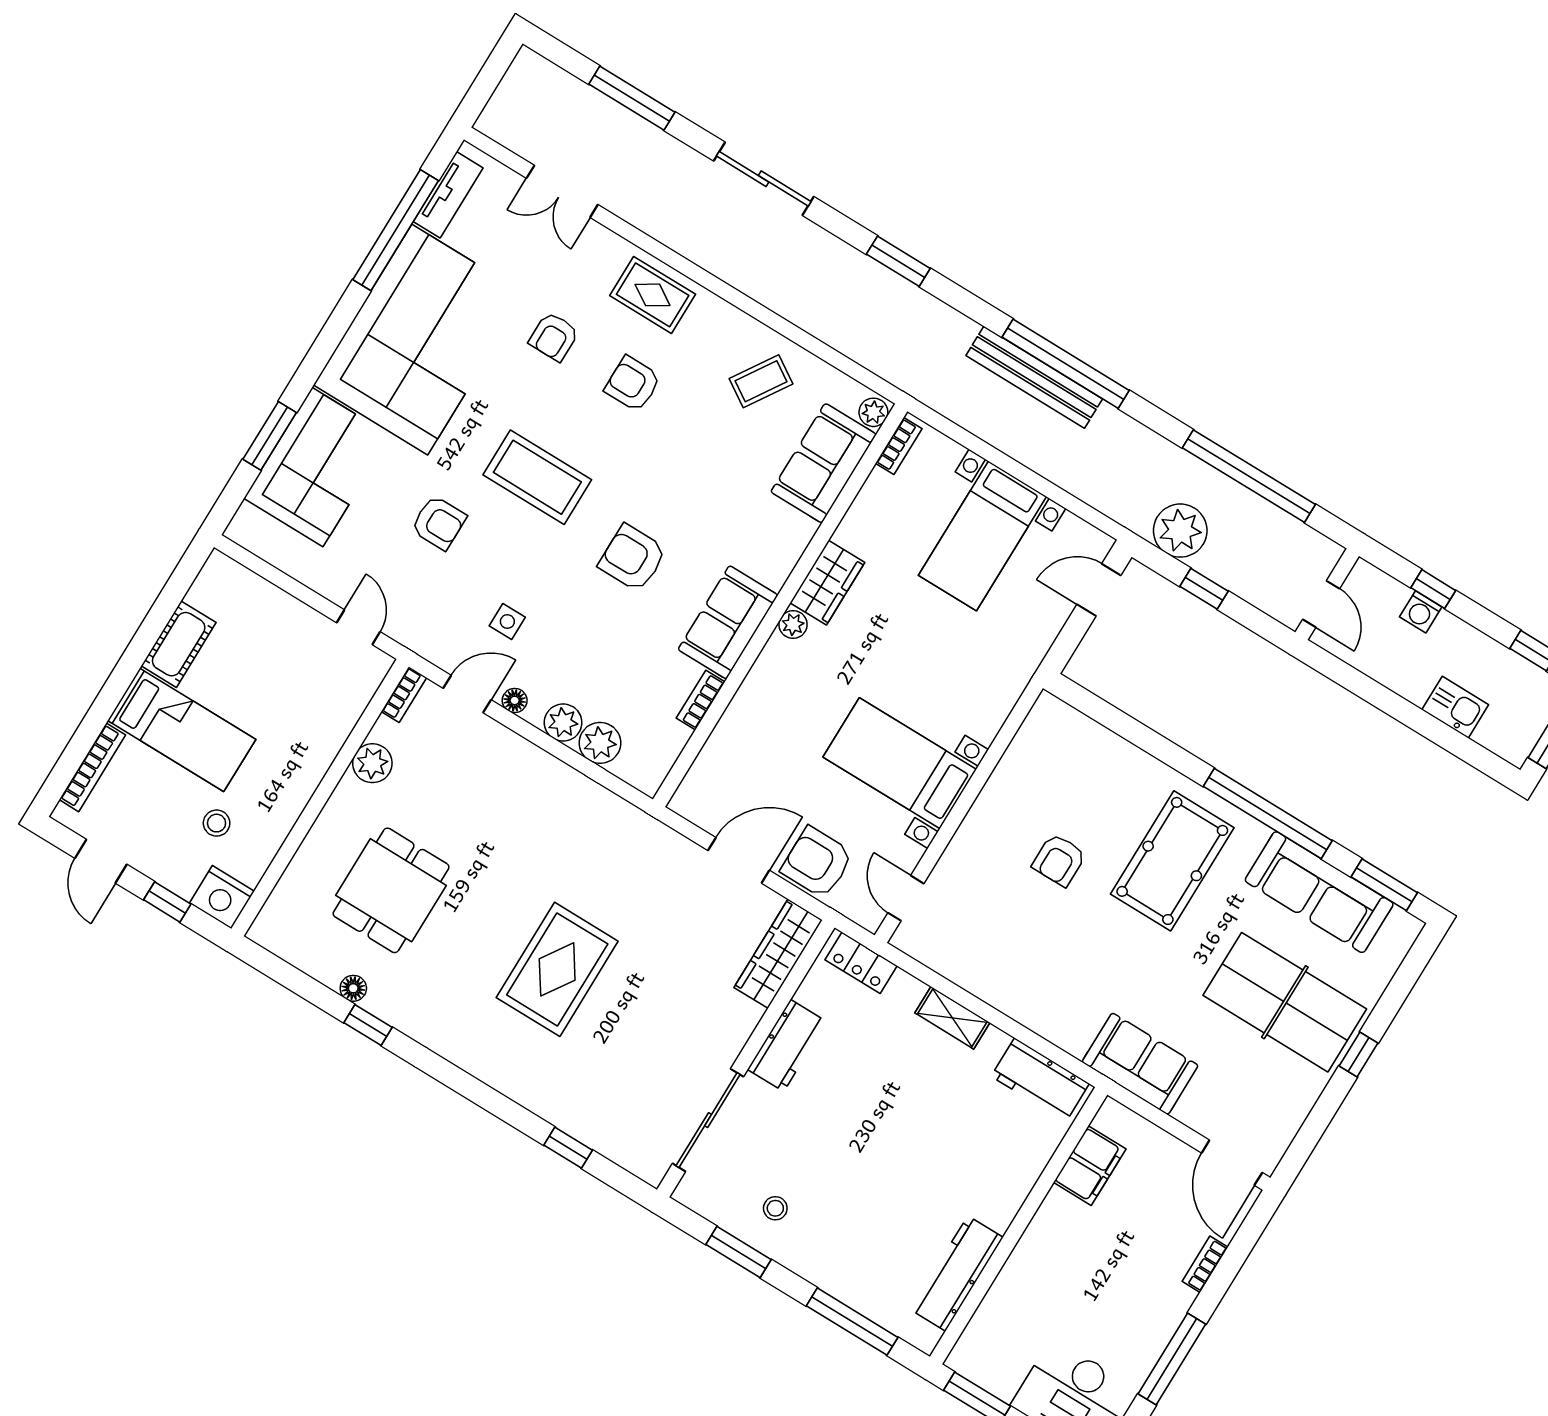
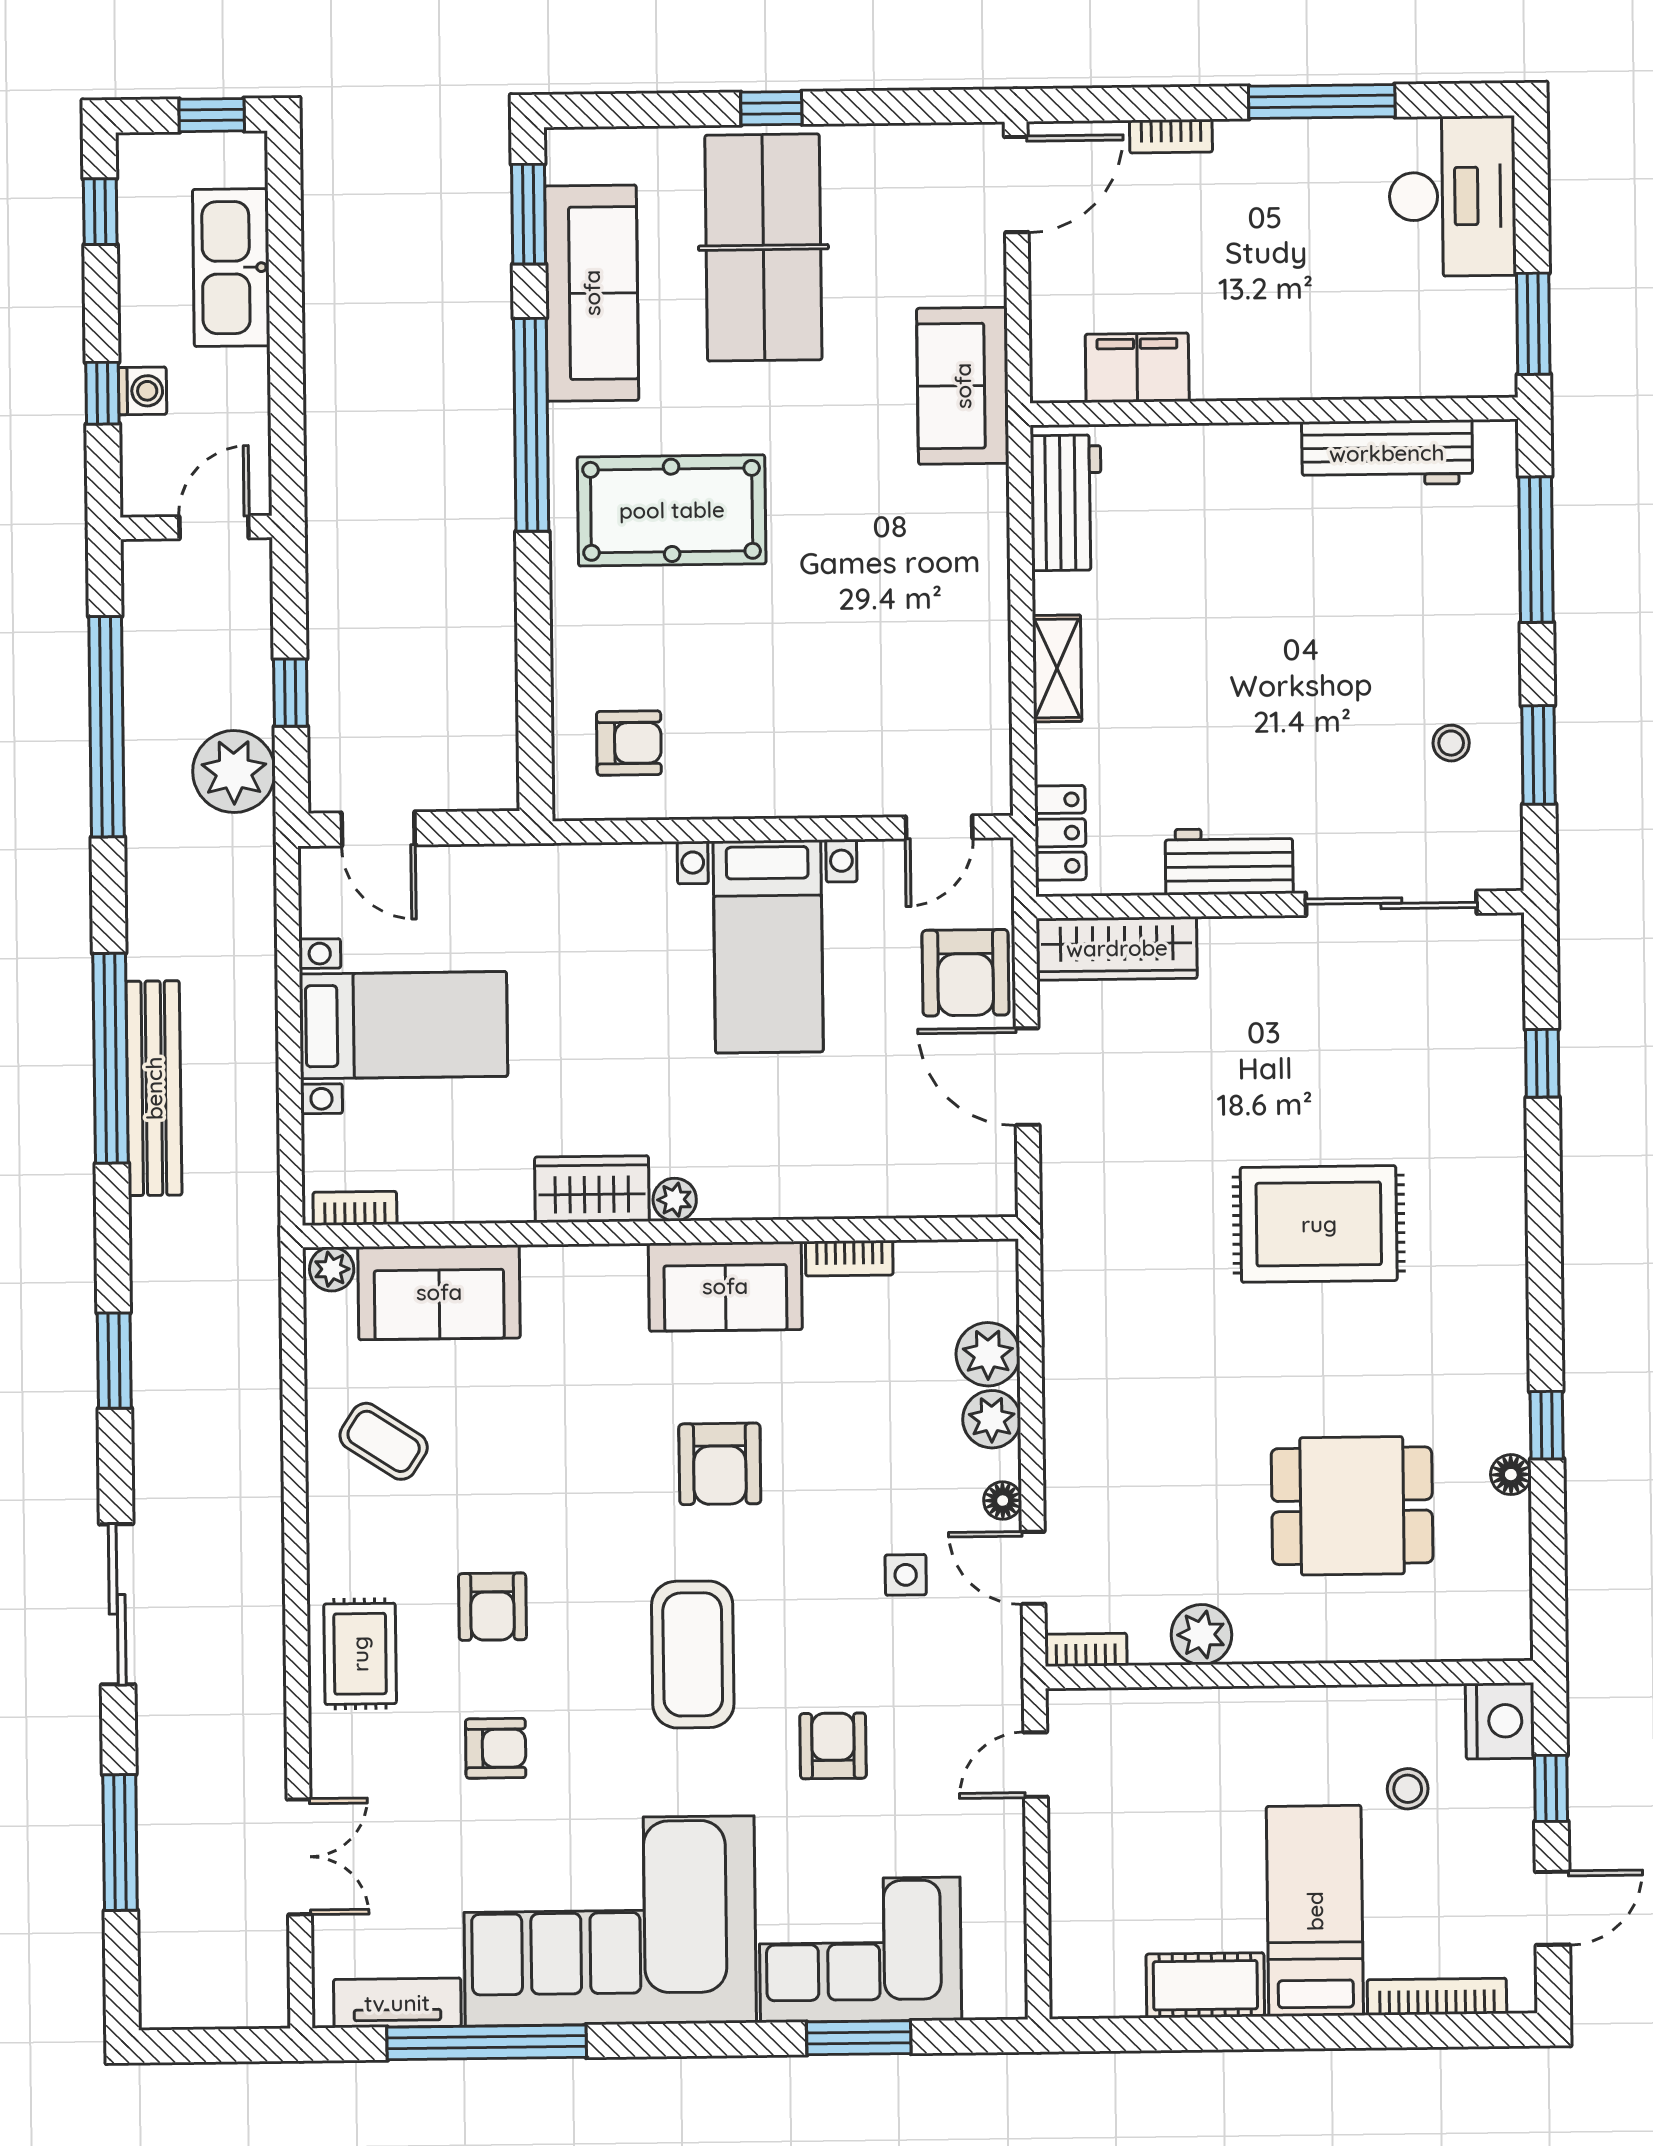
kitchen sink: (1455, 707) -> (231, 268), width x1.88, depth x1.24
armchair: (1059, 860) -> (629, 743), moved

